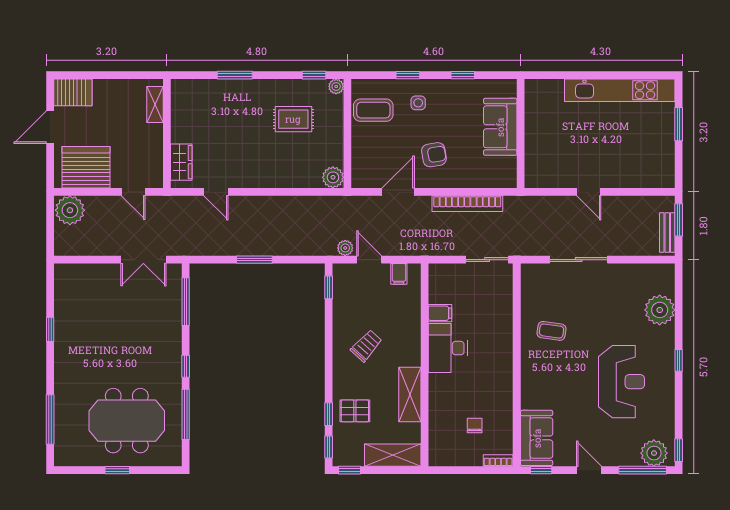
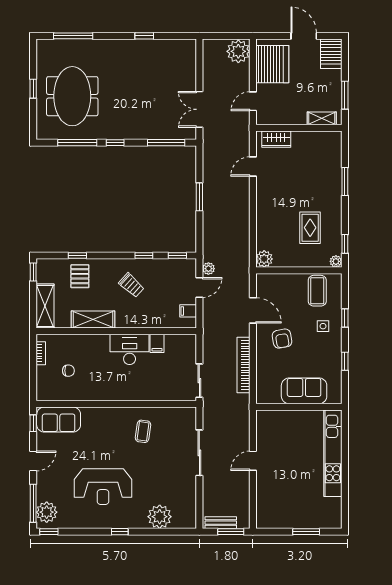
window: (126, 75) -> (345, 95), added
kitchen unit: (620, 90) -> (333, 453), moved
window: (329, 447) -> (144, 255), moved
bookcase: (498, 460) -> (41, 353), moved

